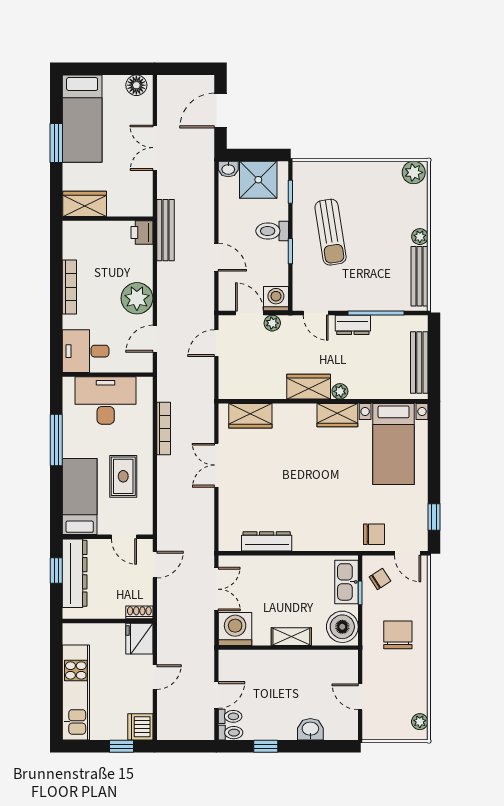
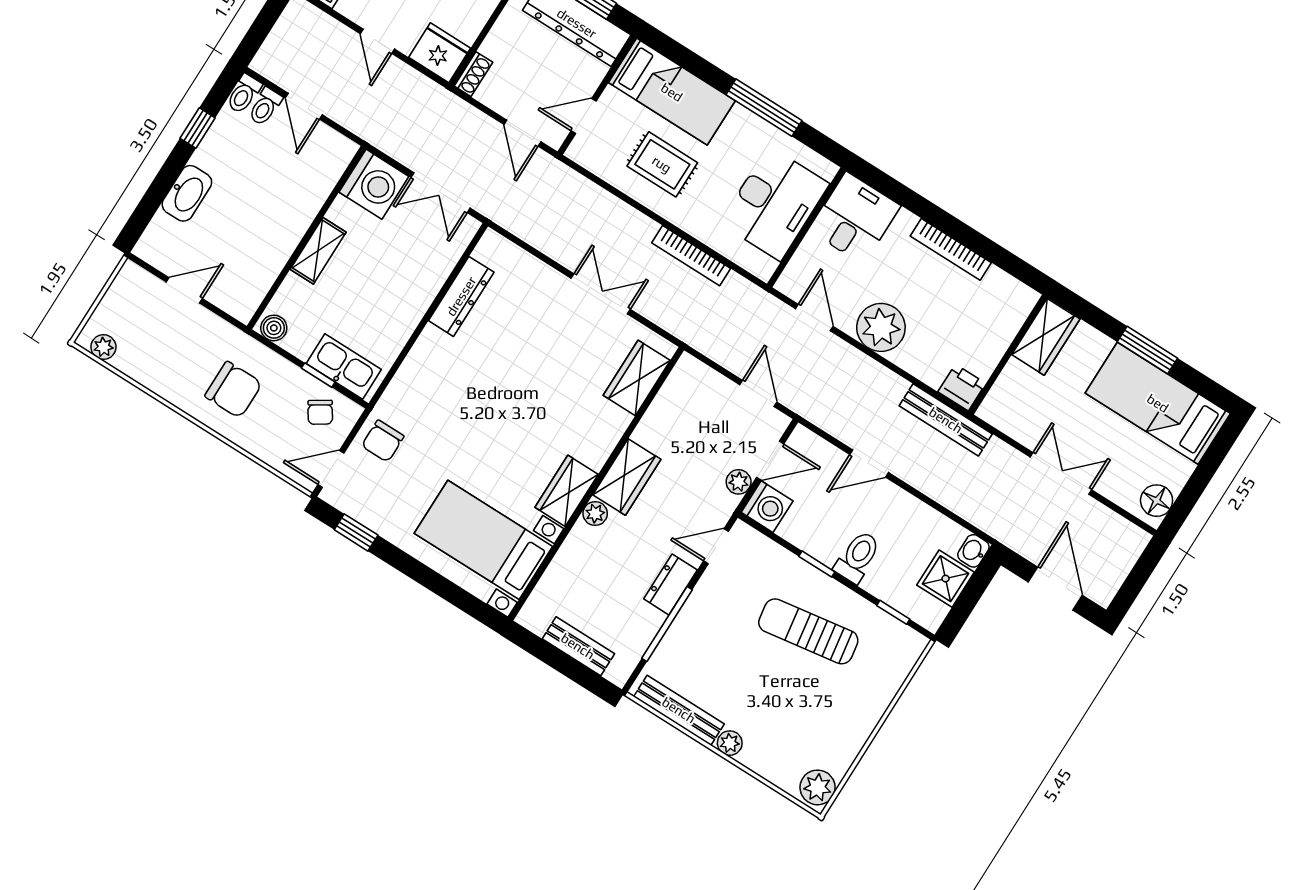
shower: (258, 180) -> (946, 579), width x0.73, depth x0.73
bench: (419, 362) -> (578, 646), width x0.73
boiler: (342, 627) -> (274, 328), width x0.54, depth x0.54
washbasin: (310, 729) -> (187, 193), width x1.38

